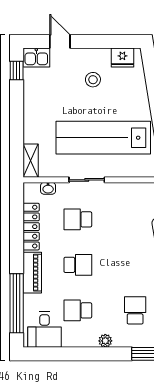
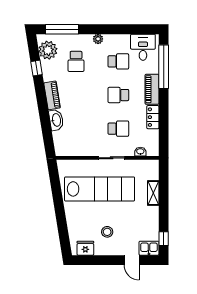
shelving: (31, 161) -> (153, 193), moved
locker: (31, 227) -> (153, 117), width x0.66

